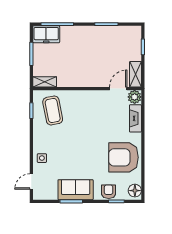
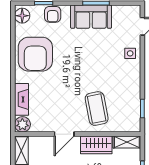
wardrobe: (71, 79) -> (96, 145), added
door: (118, 89) -> (64, 134), moved
coffee table: (53, 110) -> (97, 109), moved
armchair: (123, 157) -> (35, 54), turned 90

